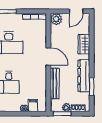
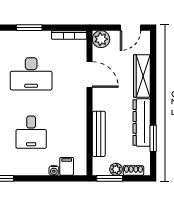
wardrobe: (84, 44) -> (142, 76), width x1.50
door: (48, 56) -> (90, 74), moved

